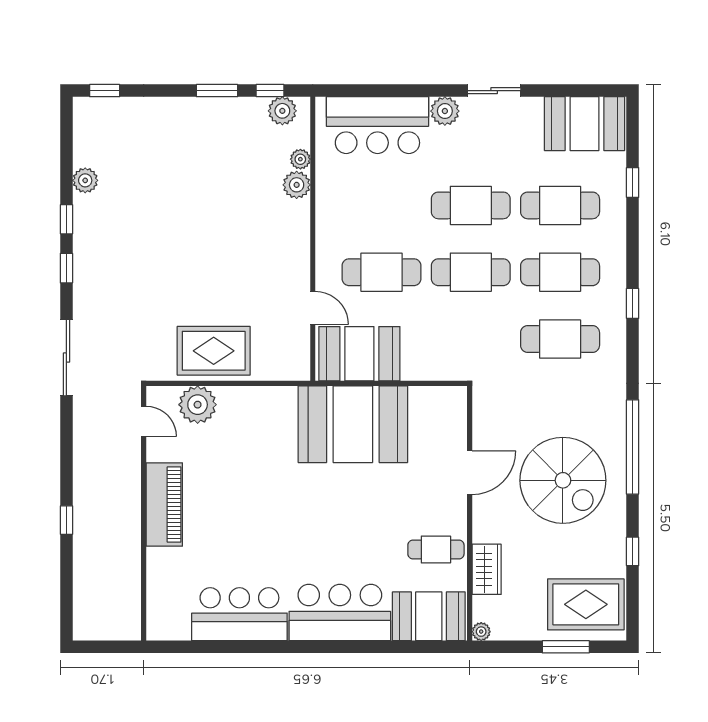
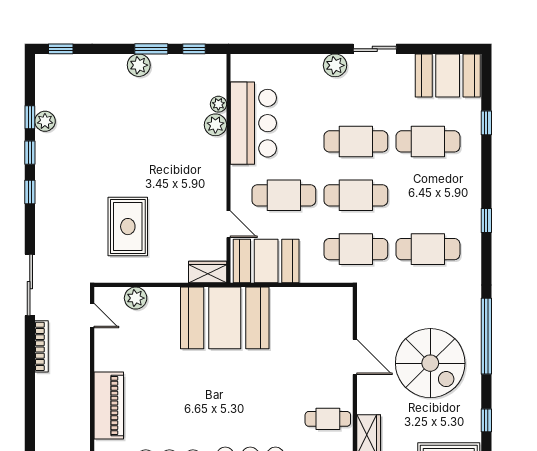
plant: (282, 111) -> (139, 65), moved
bar counter: (377, 125) -> (253, 123), moved, turned -90
cafe table: (560, 272) -> (356, 249), moved
rug: (214, 351) -> (128, 227), moved, turned 90
sliding door: (66, 358) -> (30, 285), moved
wardrobe: (287, 367) -> (208, 272), added
plant: (198, 405) -> (136, 298), width x0.73, depth x0.73
booth: (353, 424) -> (225, 318), moved
bookcase: (81, 460) -> (41, 346), added
door: (470, 473) -> (355, 357), hinge flipped
piano: (164, 505) -> (109, 405), moved
window: (66, 520) -> (30, 117), moved

